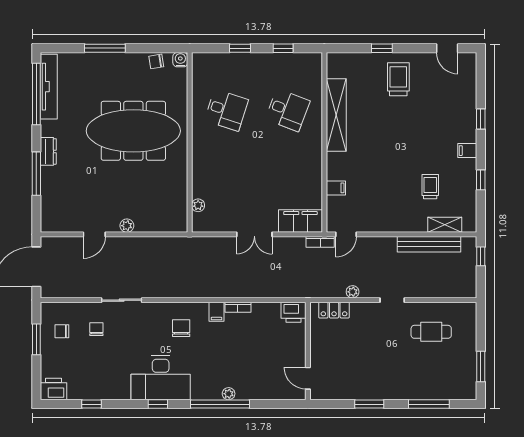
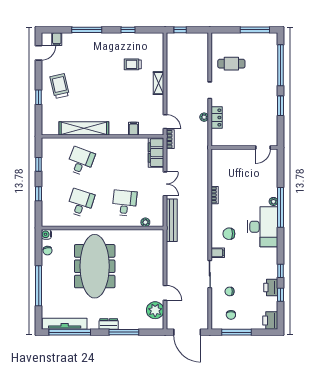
window: (105, 48) -> (39, 286), width x1.46
trolley: (398, 79) -> (60, 86), turned 77
window: (481, 119) -> (87, 30), width x2.17
filing cabinet: (467, 151) -> (57, 39), moved
desk: (226, 175) -> (125, 203), added
shelving: (445, 225) -> (159, 83), moved
plant: (127, 226) -> (155, 310), moved, width x1.88, depth x1.88
bench: (429, 244) -> (172, 220), moved
locker: (334, 310) -> (217, 117), moved
filing cabinet: (216, 312) -> (218, 253), moved
printer: (294, 312) -> (271, 287), moved, turned 180
cafe table: (431, 332) -> (231, 64), turned 90
window: (36, 339) -> (237, 332), width x1.44
window: (481, 366) -> (255, 30), width x1.44
desk: (161, 378) -> (263, 227), moved
window: (158, 404) -> (280, 271), moved
window: (429, 404) -> (280, 65), width x1.46

